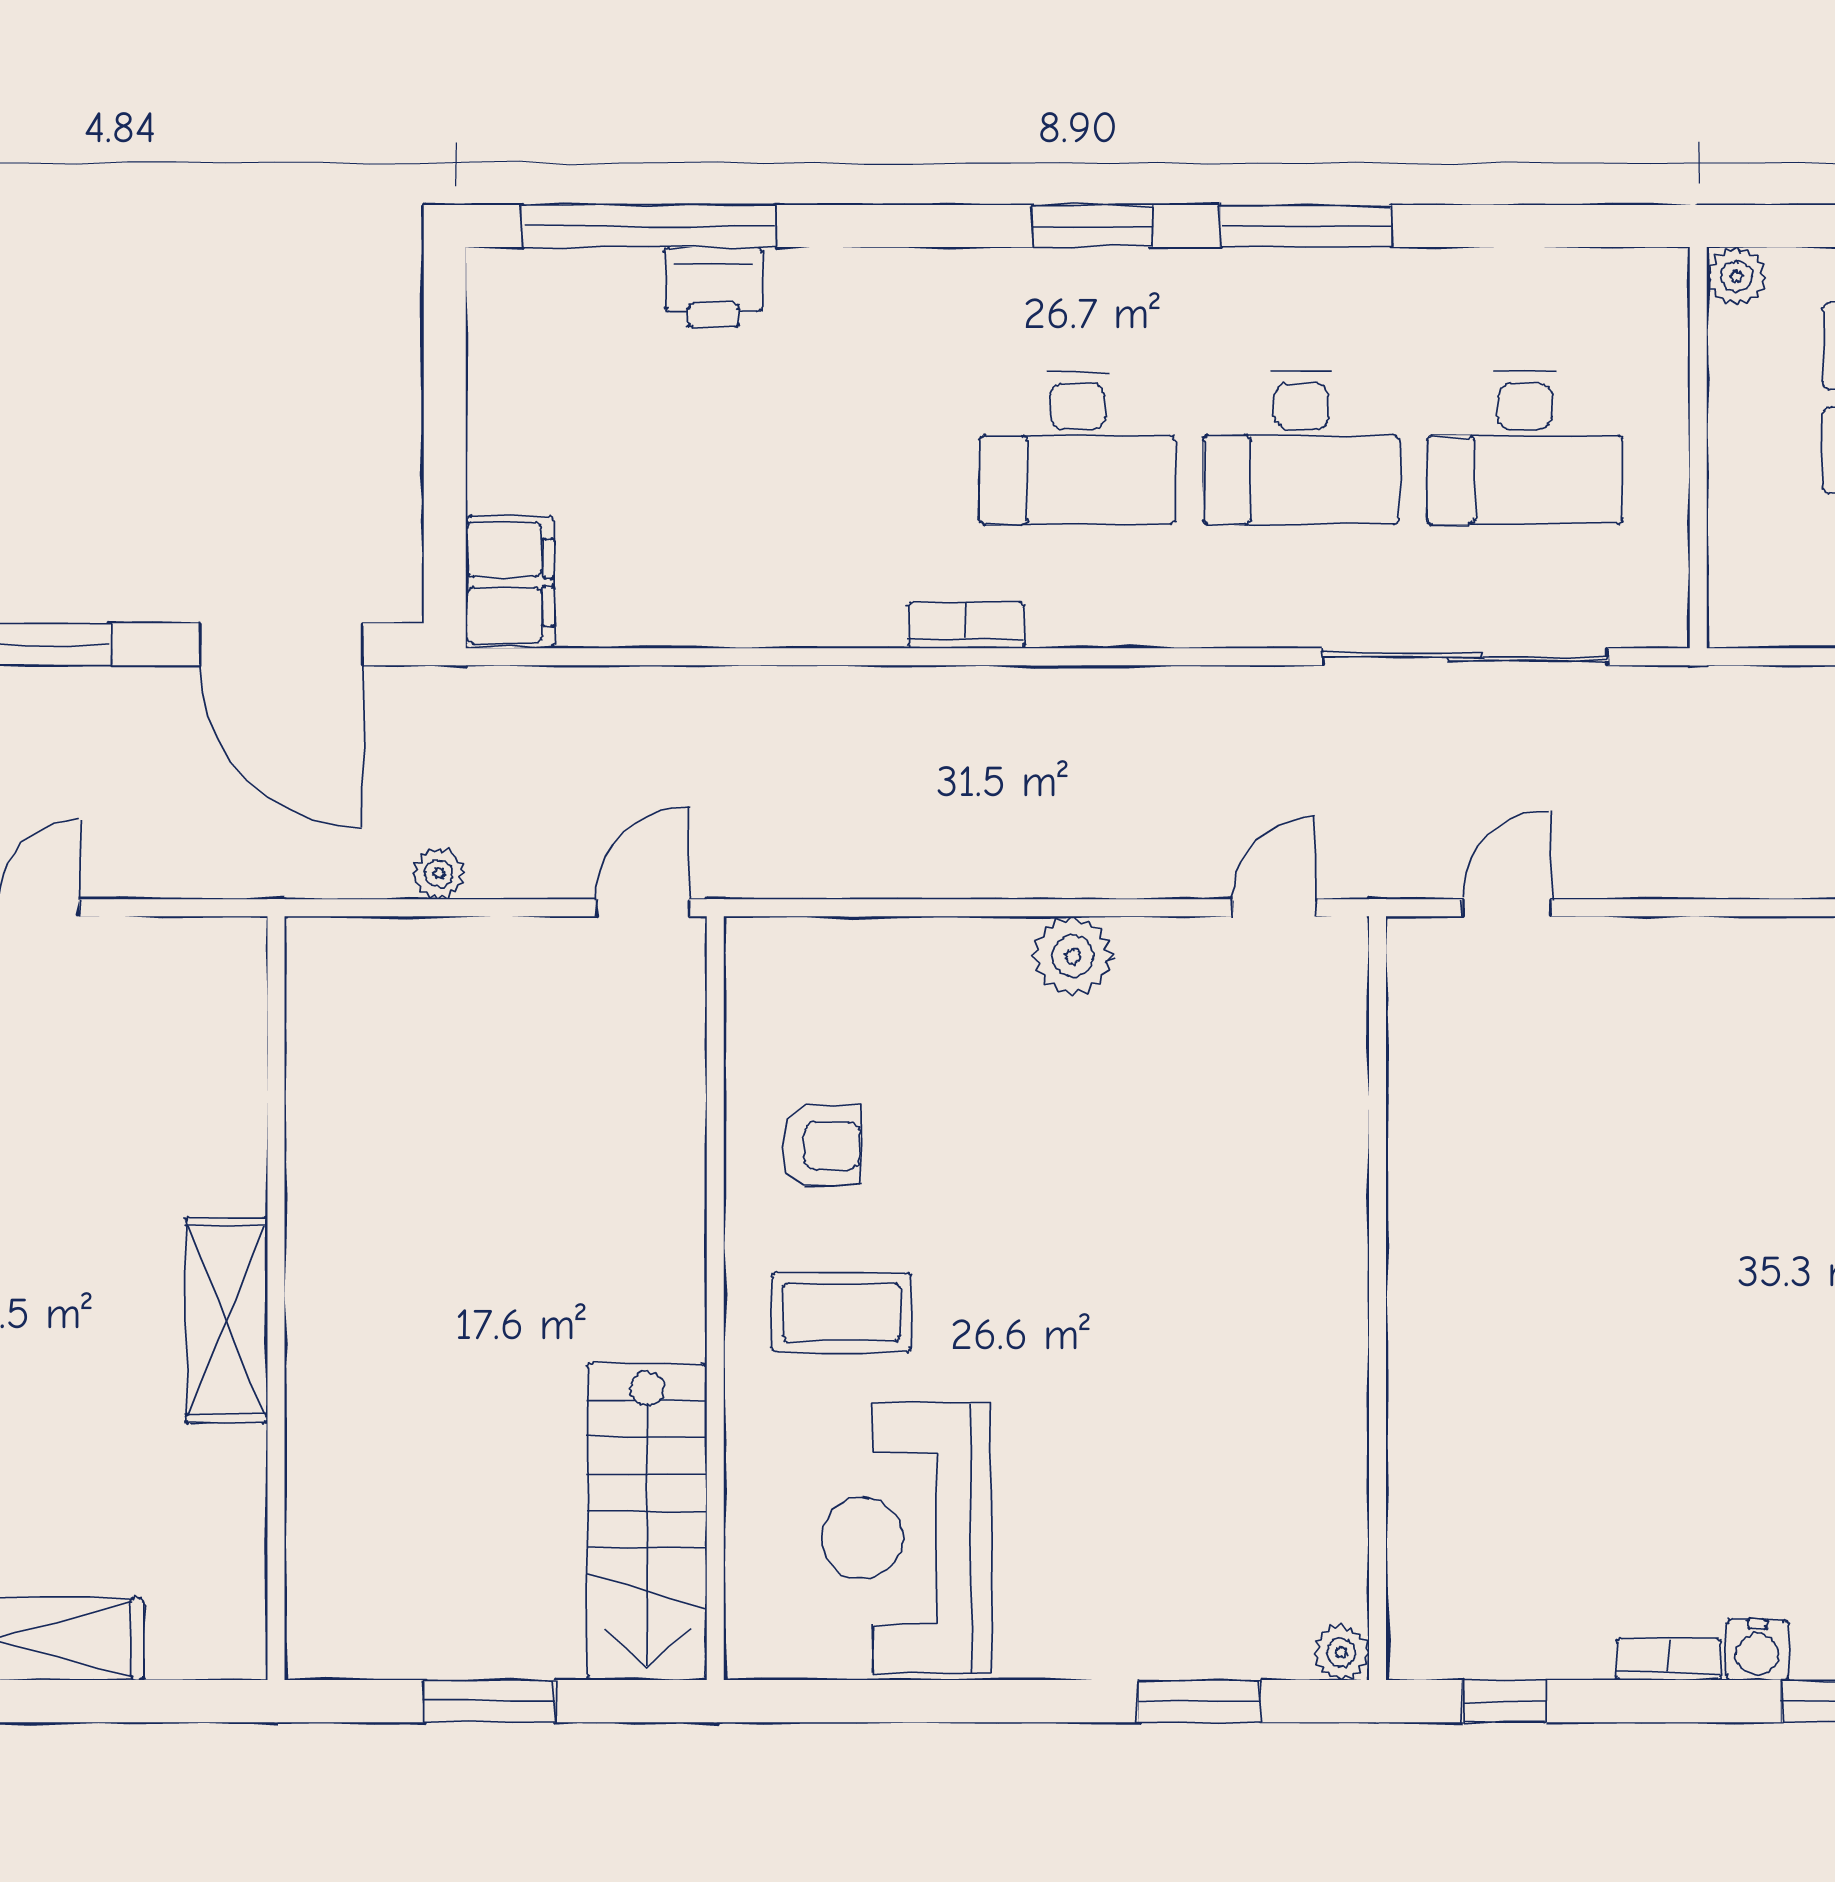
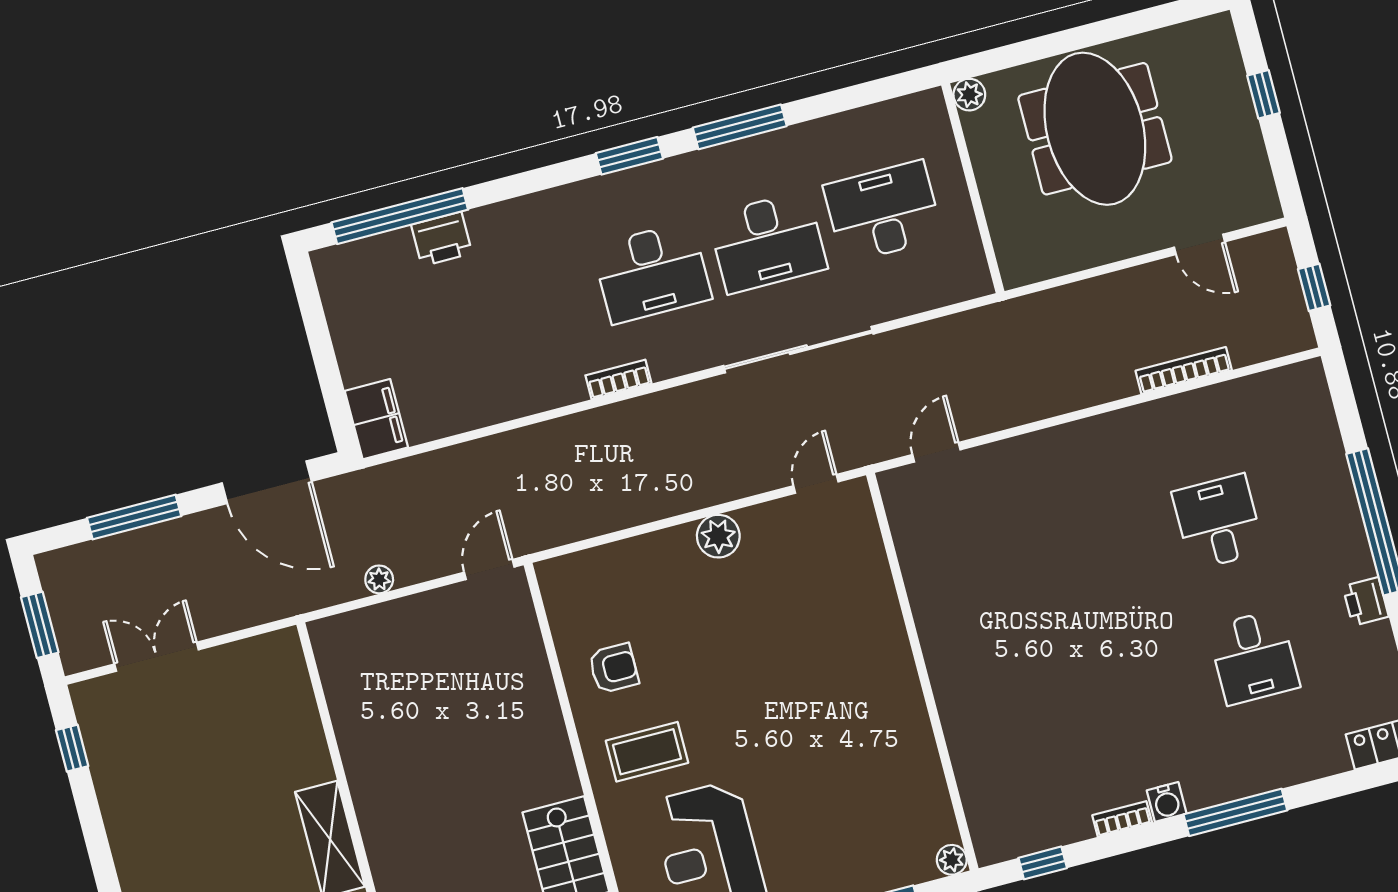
desk: (1525, 448) -> (883, 212), turned 180
sliding door: (1465, 657) -> (798, 350), moved

